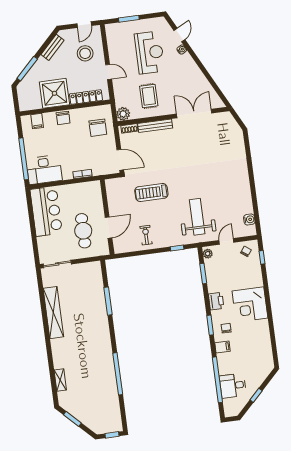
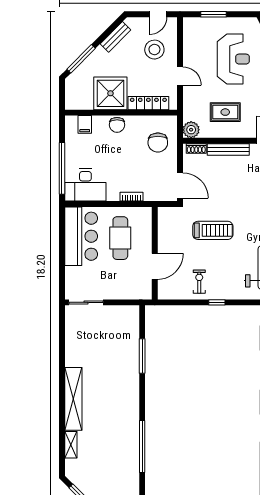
rug: (149, 96) -> (225, 112), turned 90
treadmill: (151, 192) -> (213, 230), turned 180
cafe table: (83, 231) -> (120, 238), moved
window: (177, 248) -> (217, 302), moved
shelving: (53, 313) -> (73, 399), moved

